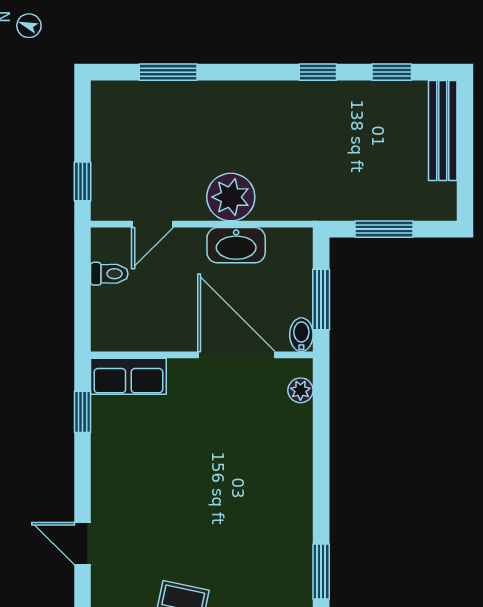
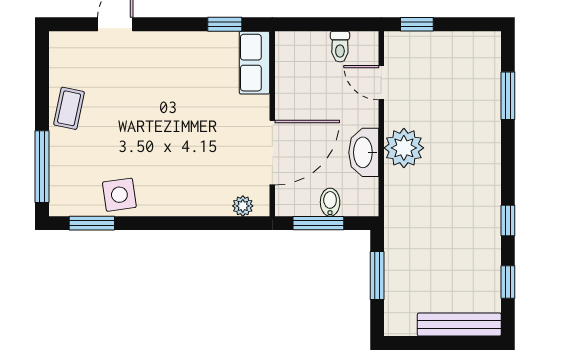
bidet: (301, 335) -> (330, 202), moved, turned -90
side table: (287, 538) -> (119, 195), added

